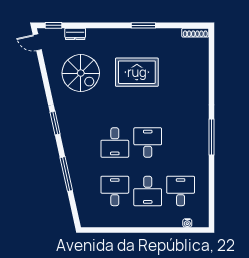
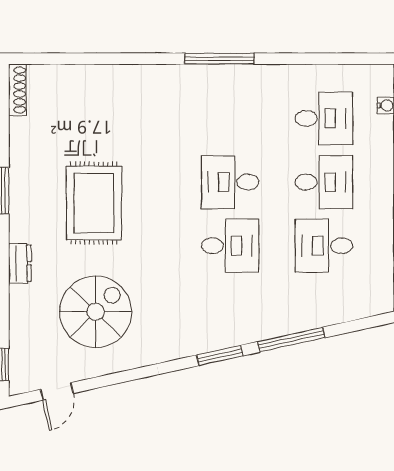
dresser: (75, 34) -> (20, 263), moved
door: (37, 42) -> (57, 391), moved
window: (55, 123) -> (220, 355), moved
desk: (181, 191) -> (324, 118), turned 180

